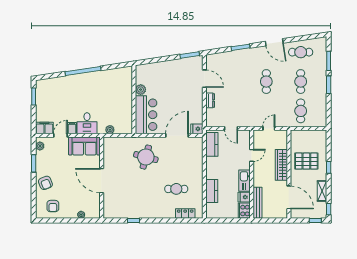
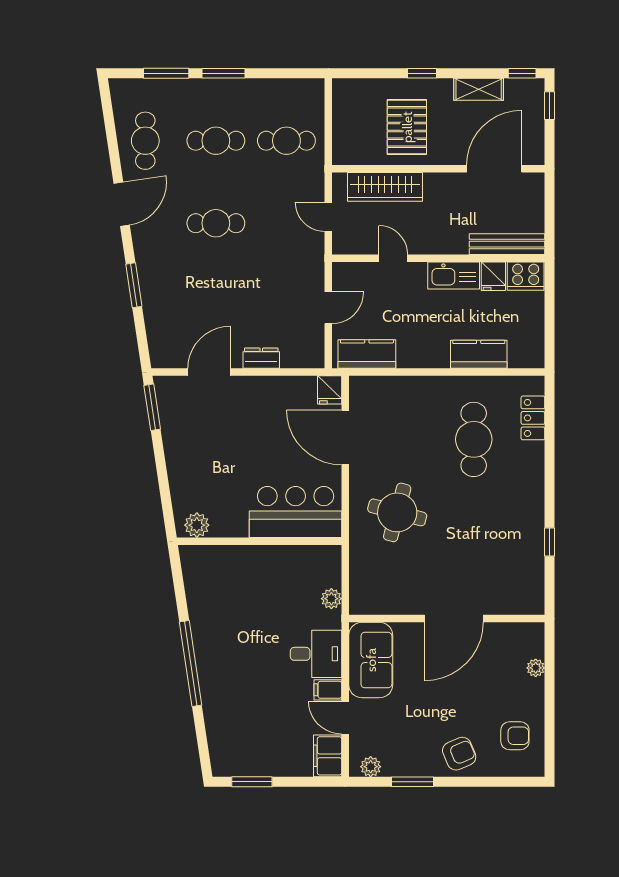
plant: (141, 90) -> (197, 525), moved
wardrobe: (281, 165) -> (385, 187), moved
cafe table: (176, 189) -> (474, 439), width x1.37, depth x1.35

